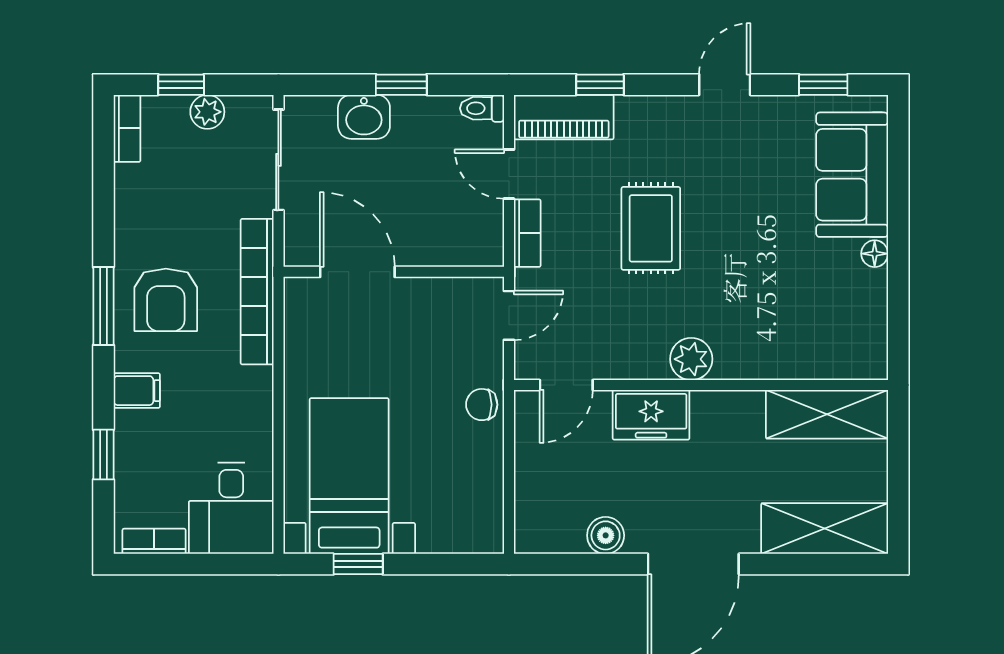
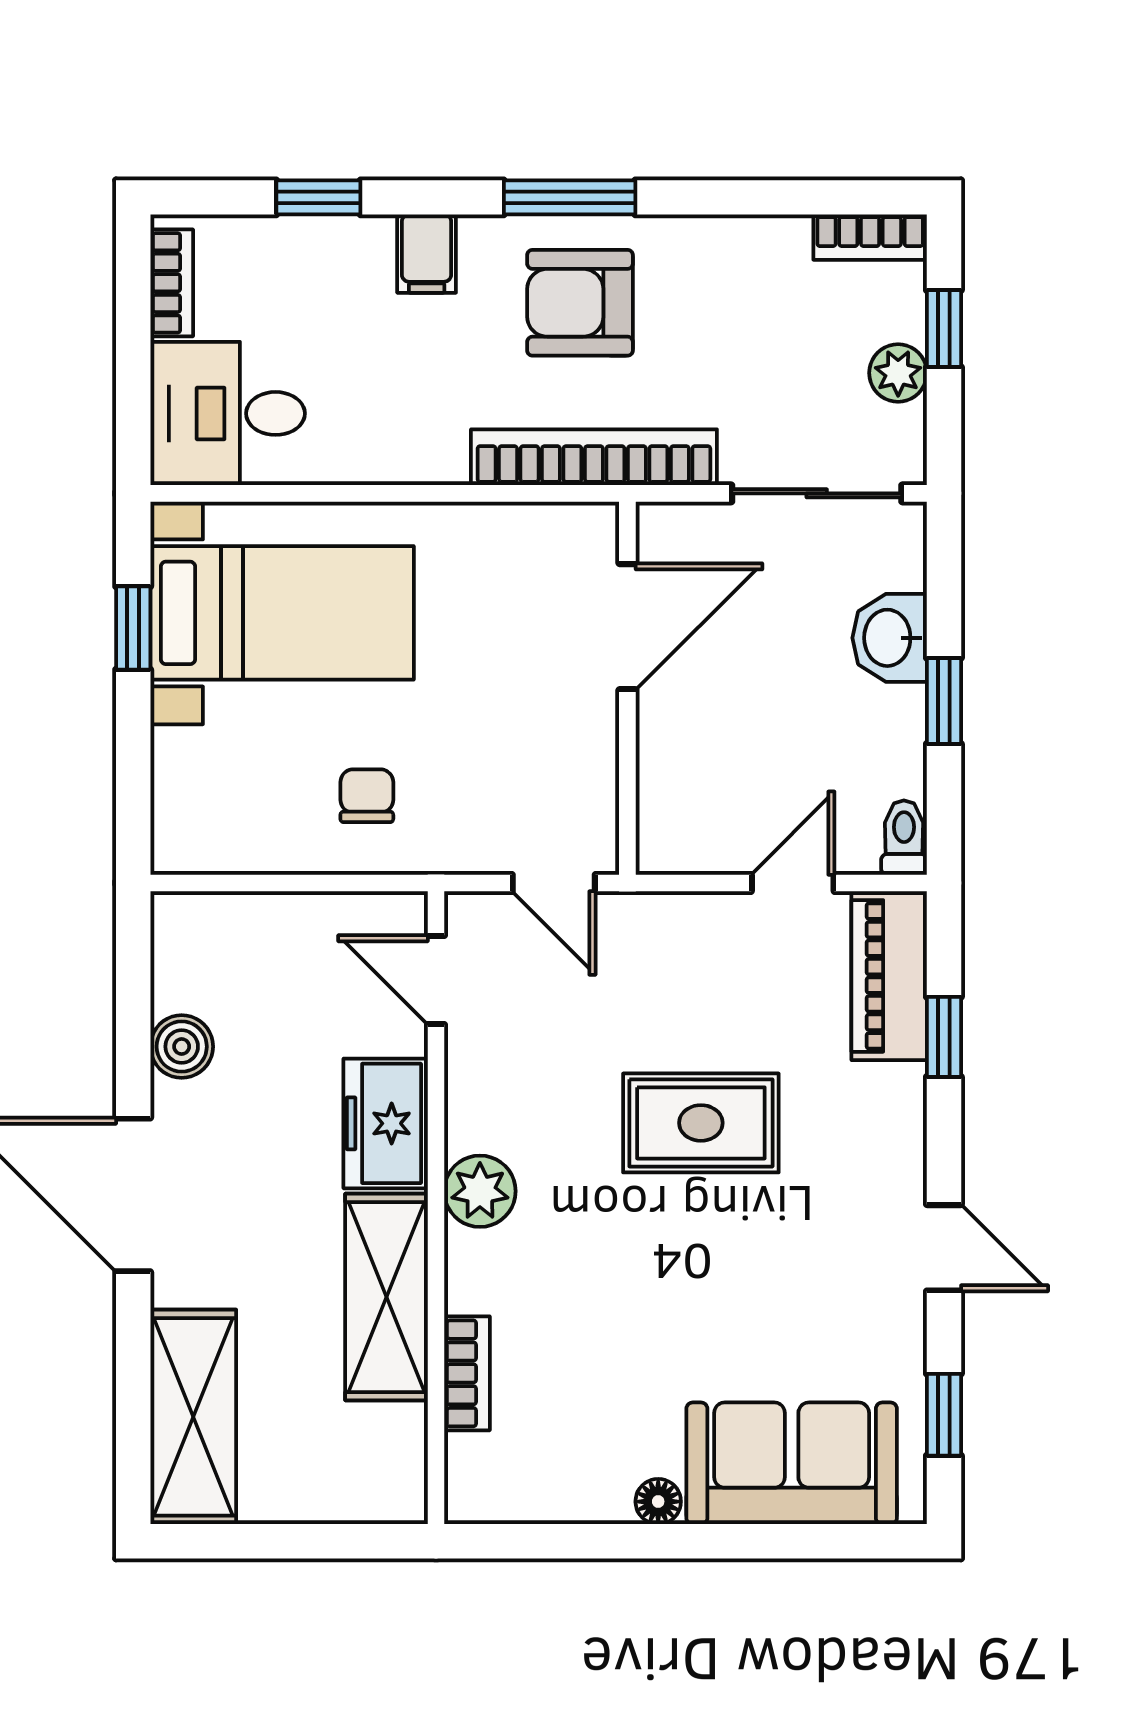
bookcase: (527, 233) -> (467, 1373), moved, turned -90
chair: (482, 405) -> (367, 796), moved
shelving: (827, 414) -> (387, 1297), moved

